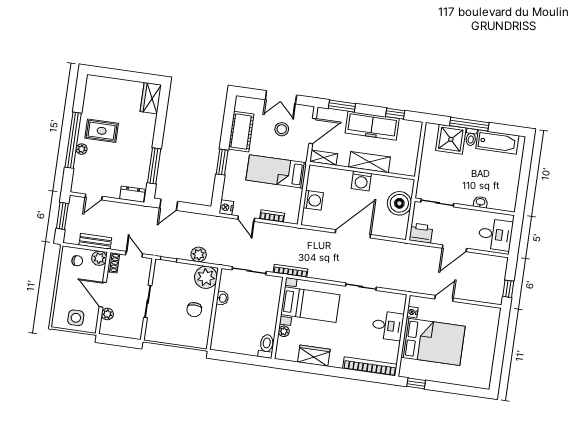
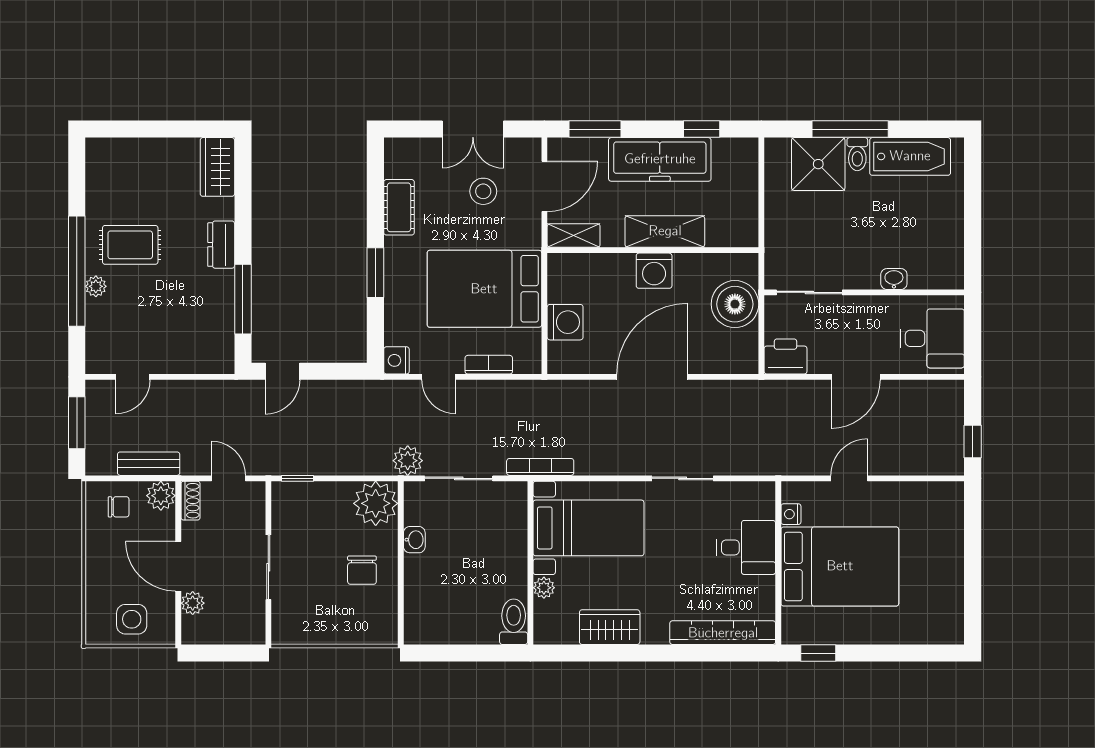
cot: (241, 132) -> (399, 207), width x0.73, depth x0.75
bed: (276, 171) -> (484, 289), width x1.50
dresser: (132, 194) -> (221, 245), moved, turned -90
plant: (199, 254) -> (408, 461), moved

